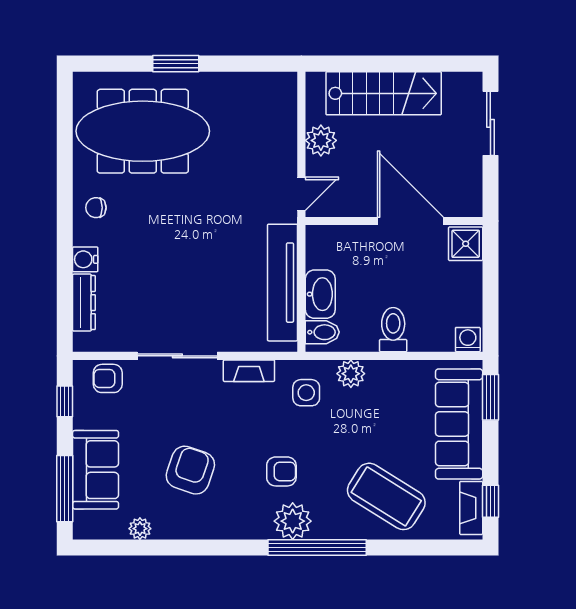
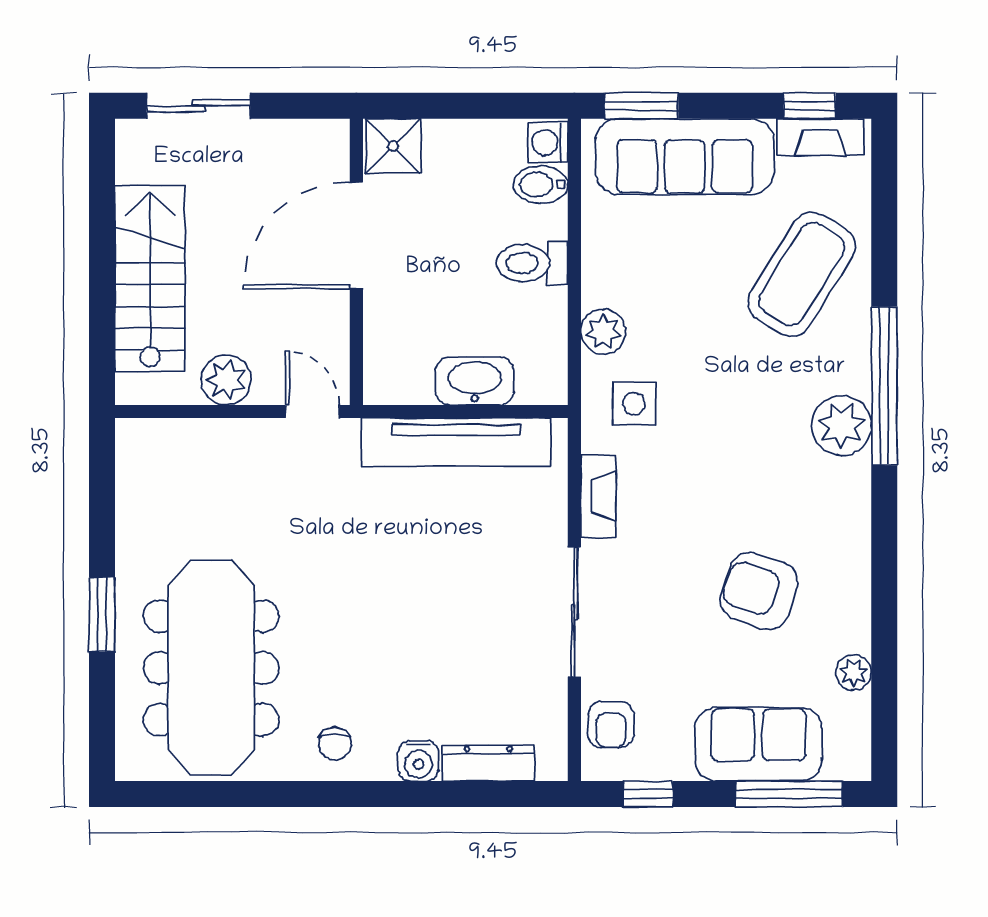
bidet: (322, 332) -> (541, 185), moved, turned -90
armchair: (281, 471) -> (761, 444), removed

